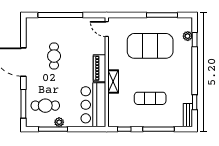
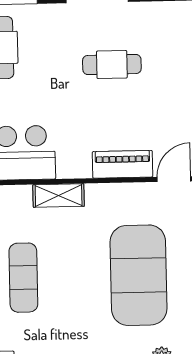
piano: (99, 68) -> (123, 164), moved

